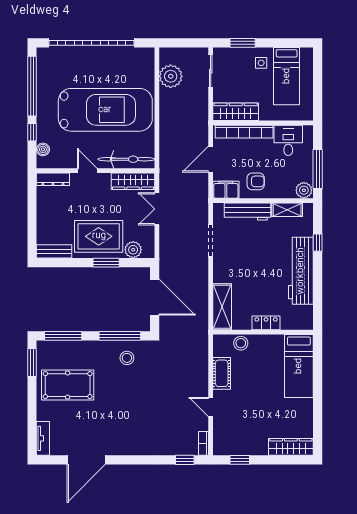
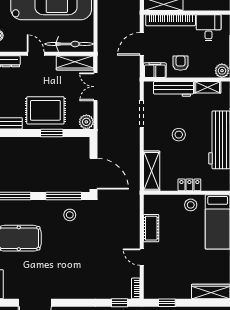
armchair: (256, 181) -> (180, 63), turned -90
plant: (133, 250) -> (86, 122), moved
stool: (254, 265) -> (179, 135), added
door: (155, 297) -> (94, 174), moved
stool: (241, 343) -> (191, 205), moved

